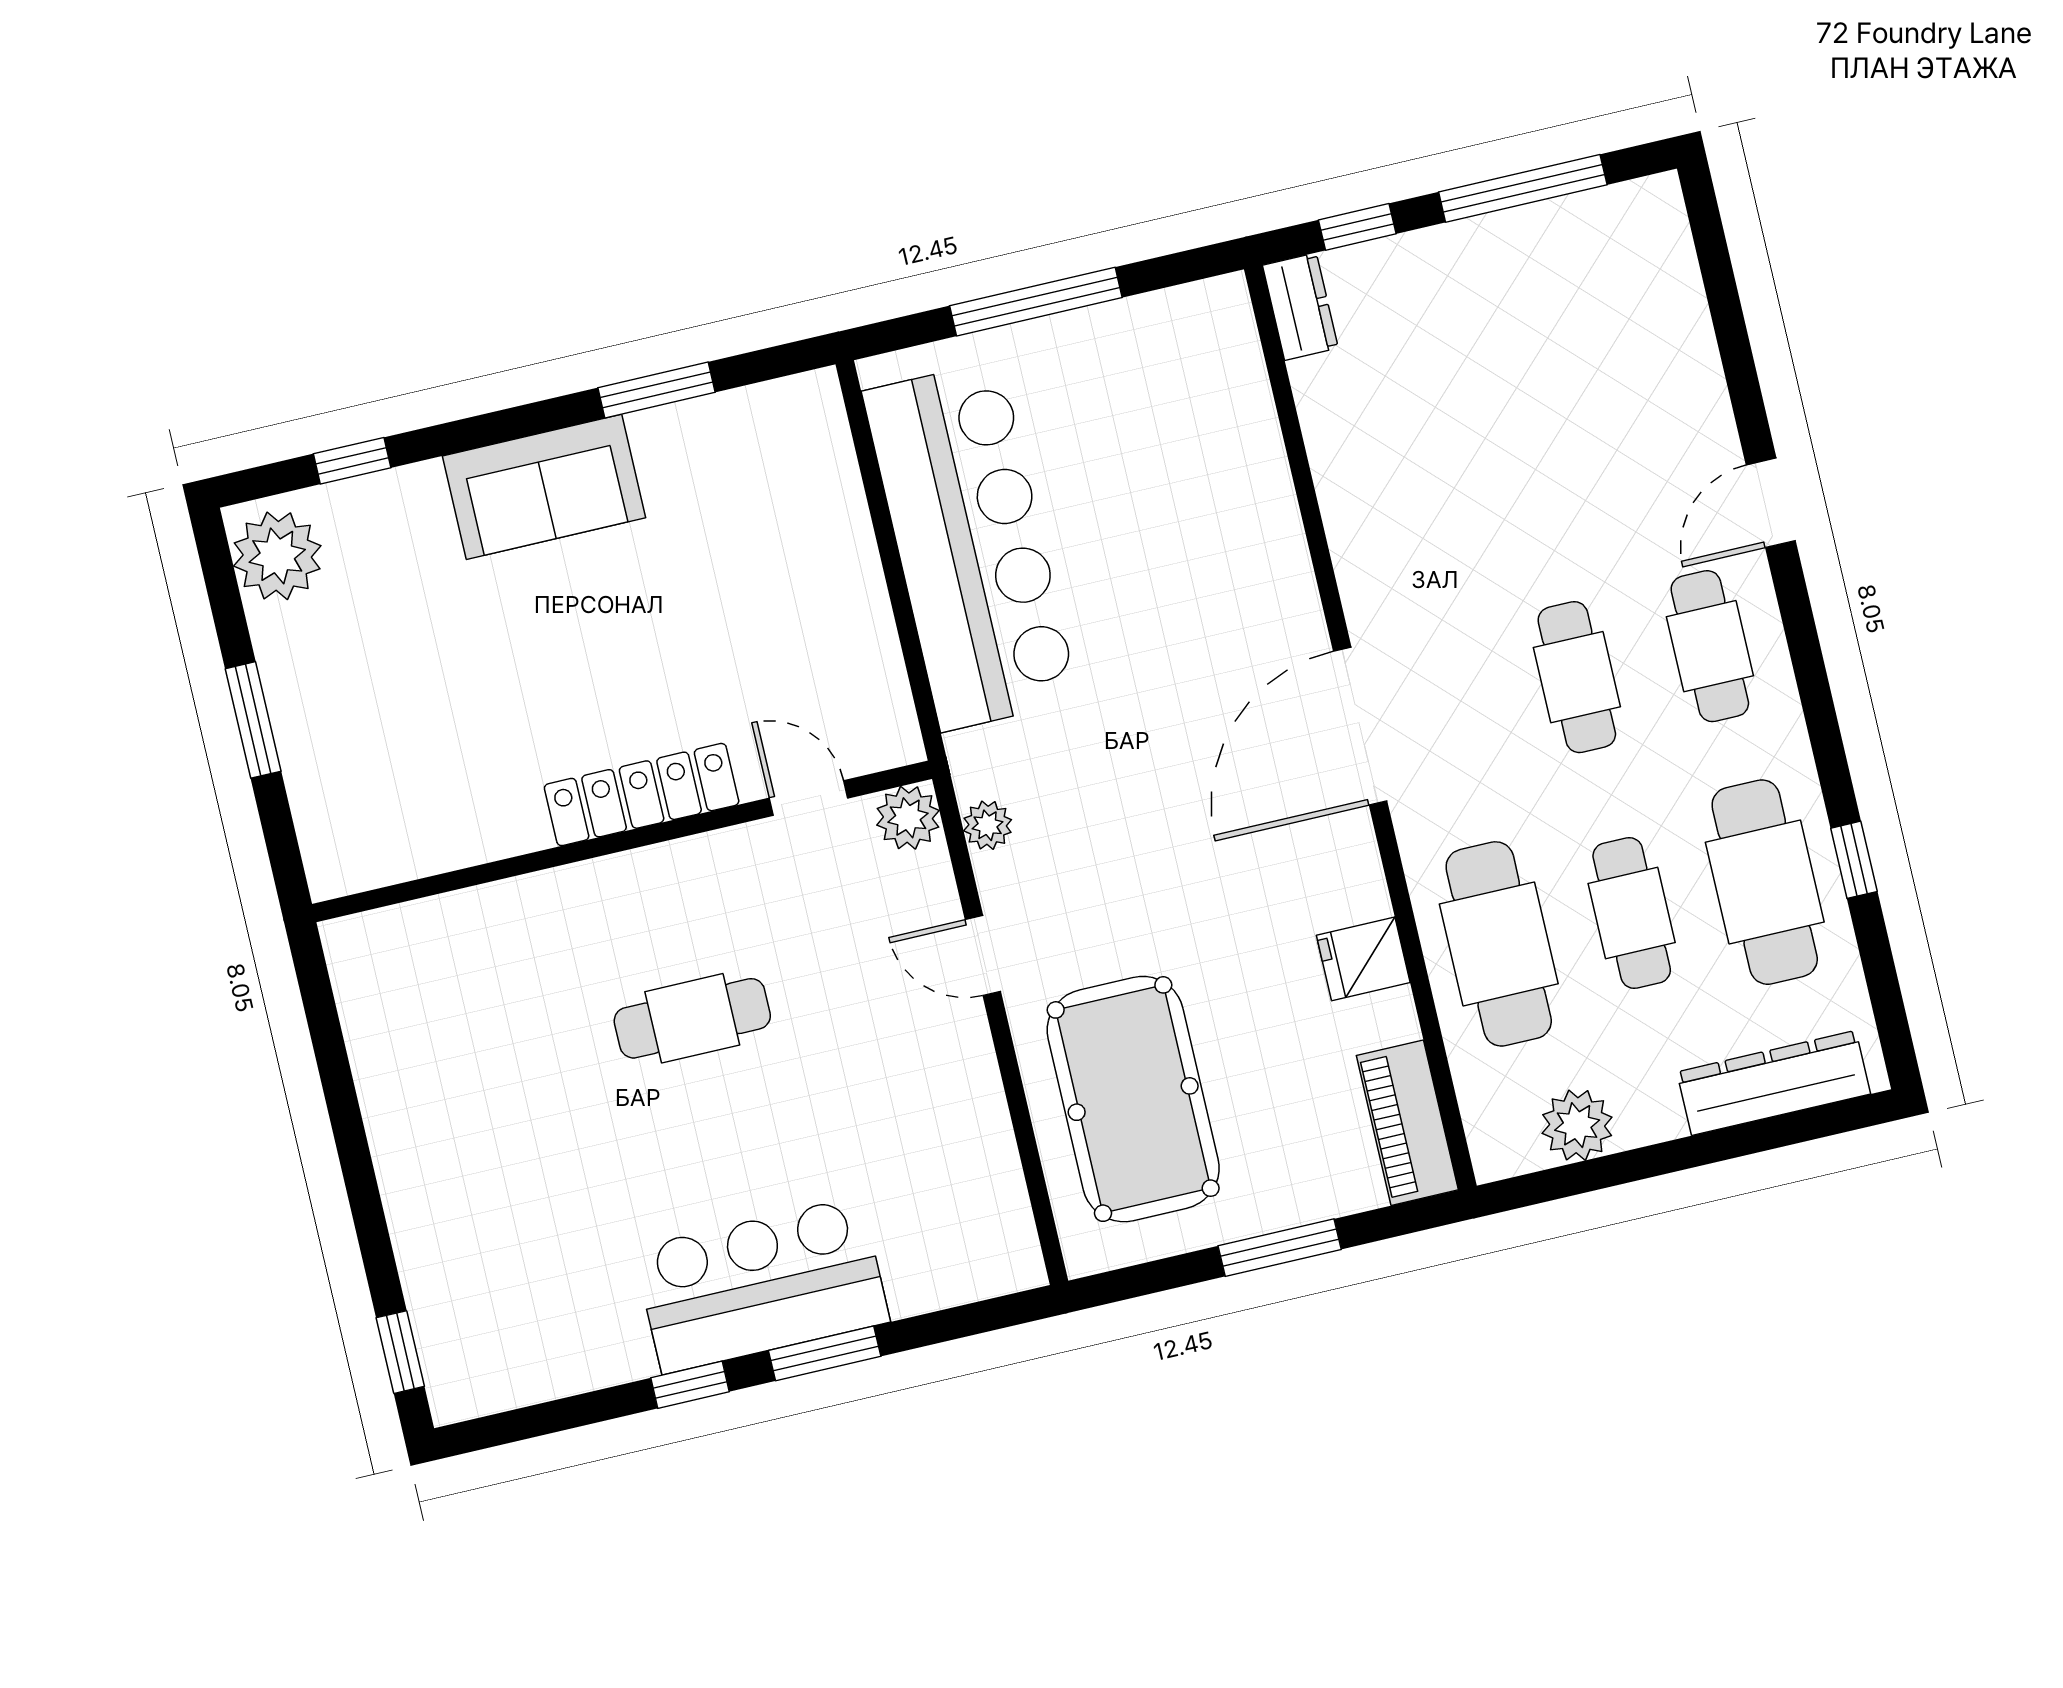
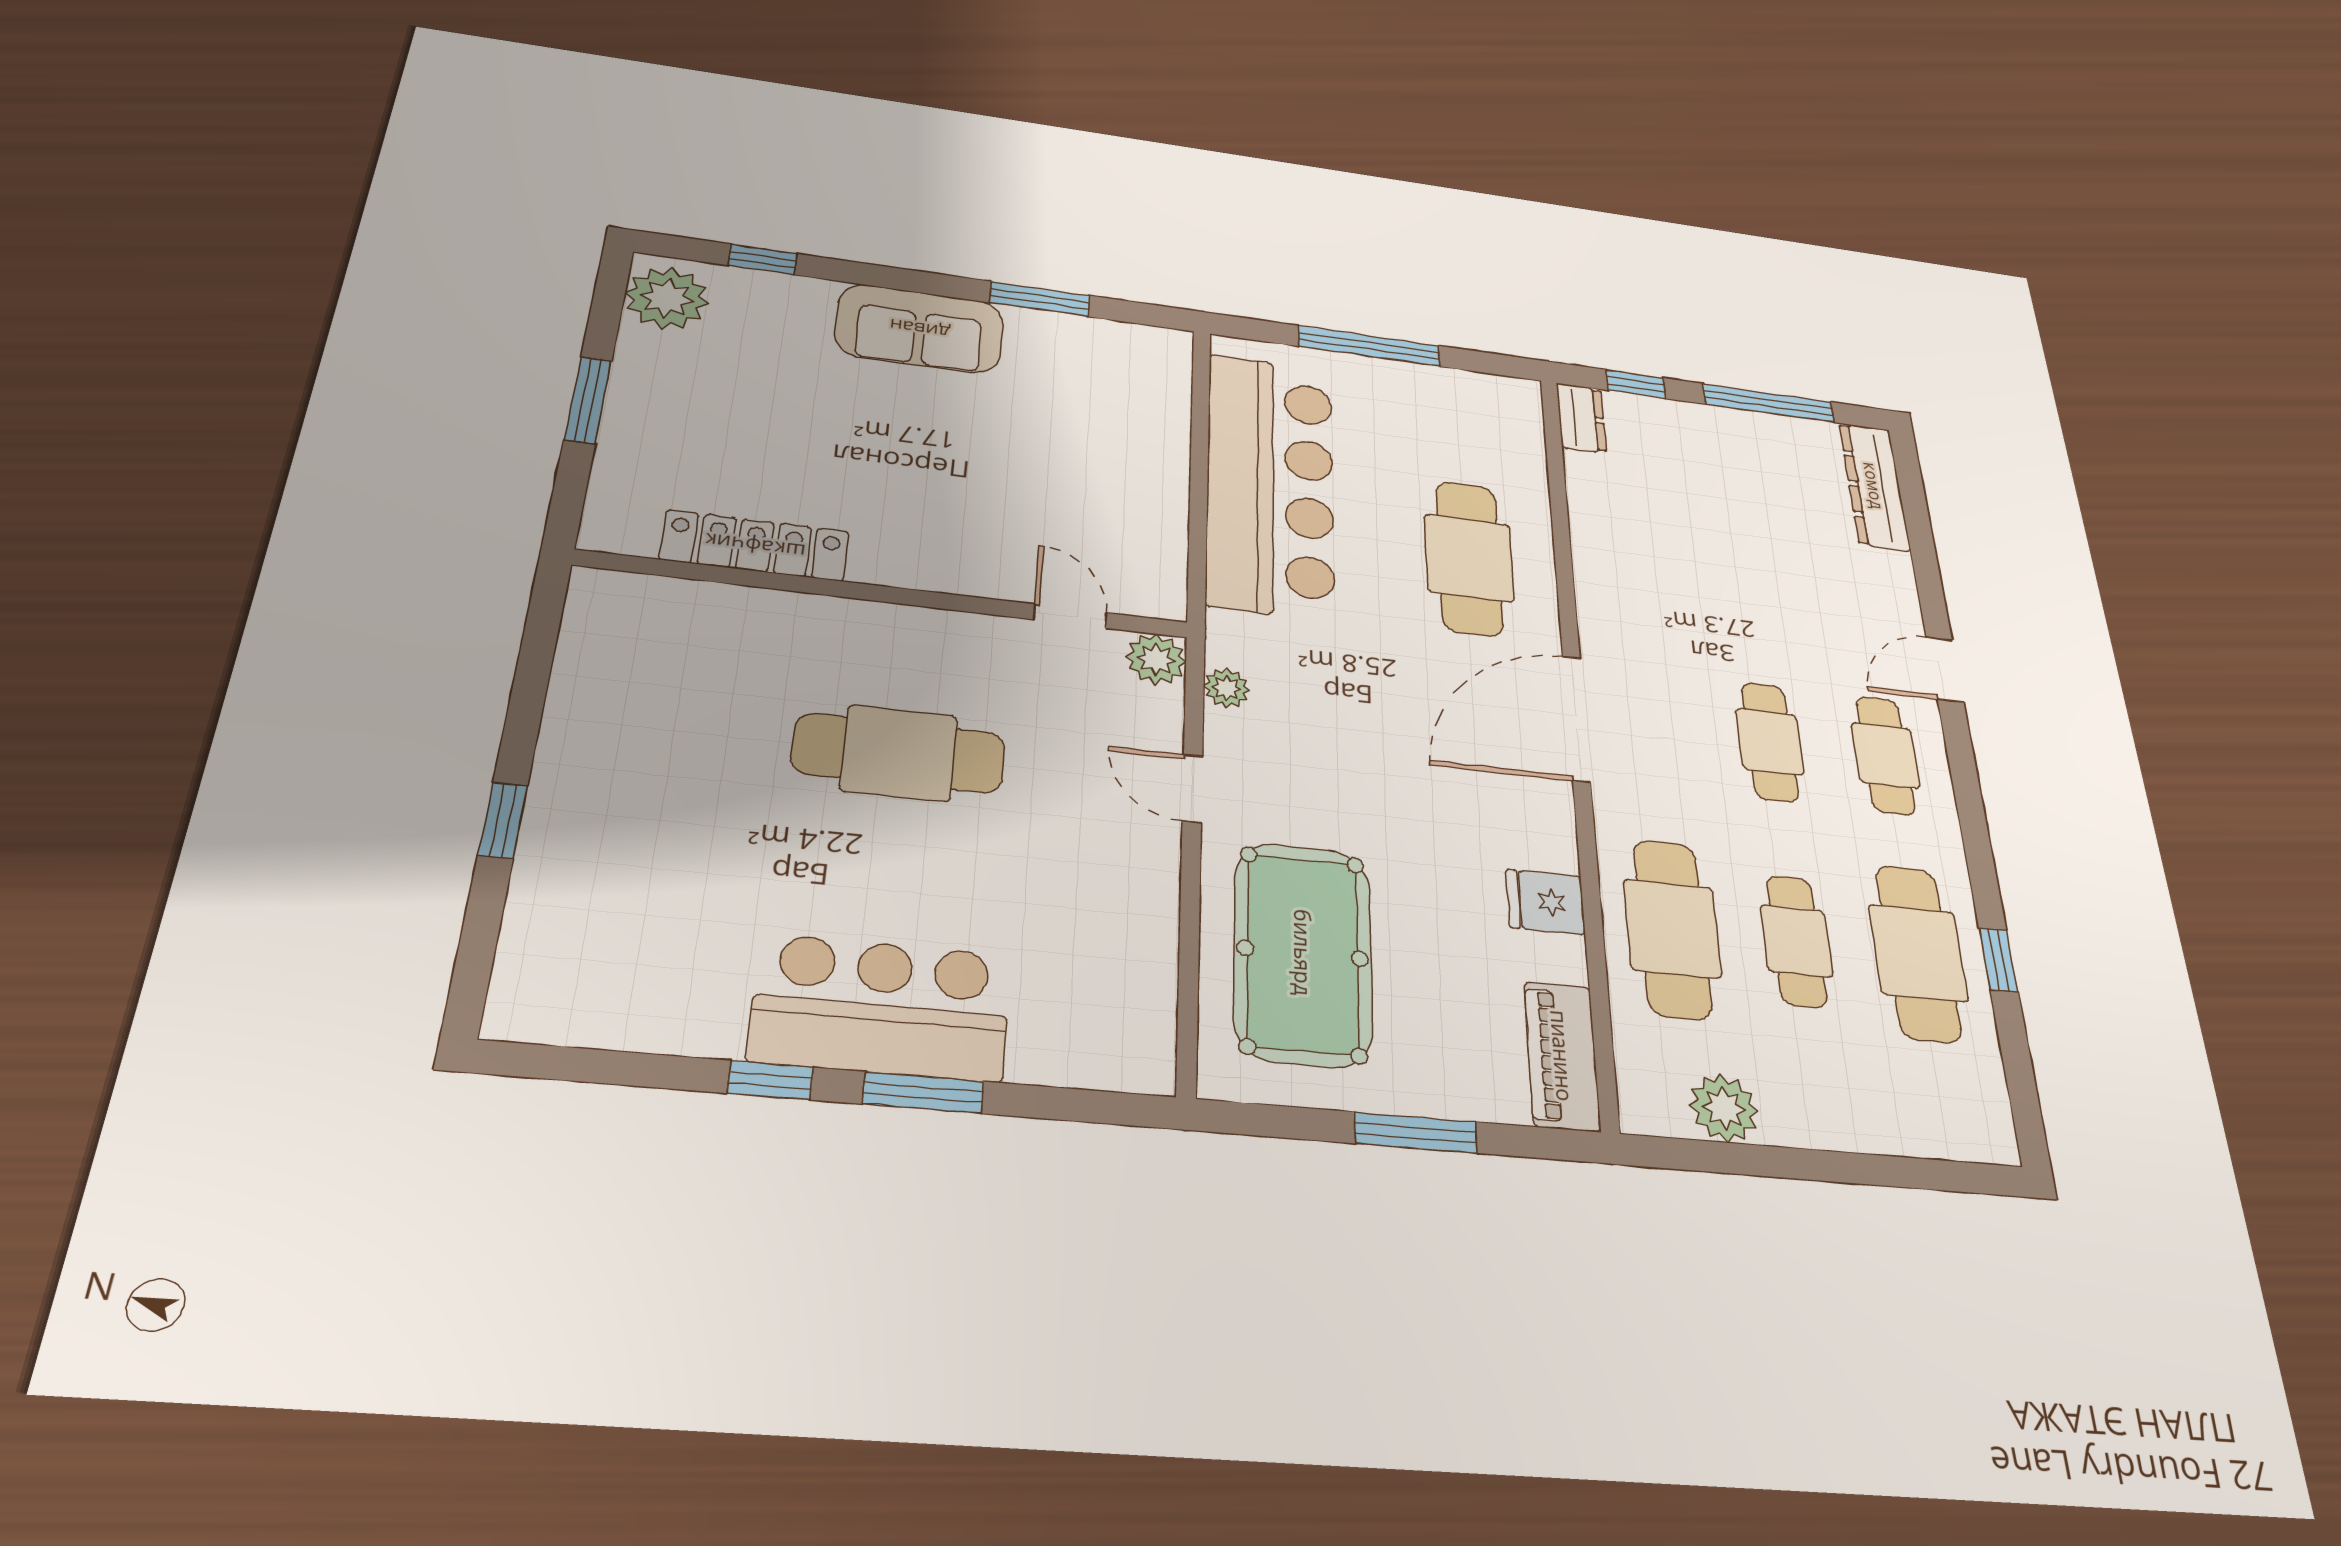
cafe table: (1207, 560) -> (1469, 558), added
locker: (642, 795) -> (755, 546), moved
cafe table: (692, 1018) -> (899, 753), width x1.37, depth x1.35
dresser: (1774, 1083) -> (1874, 486), moved, turned -90
window: (400, 1352) -> (503, 820), moved

